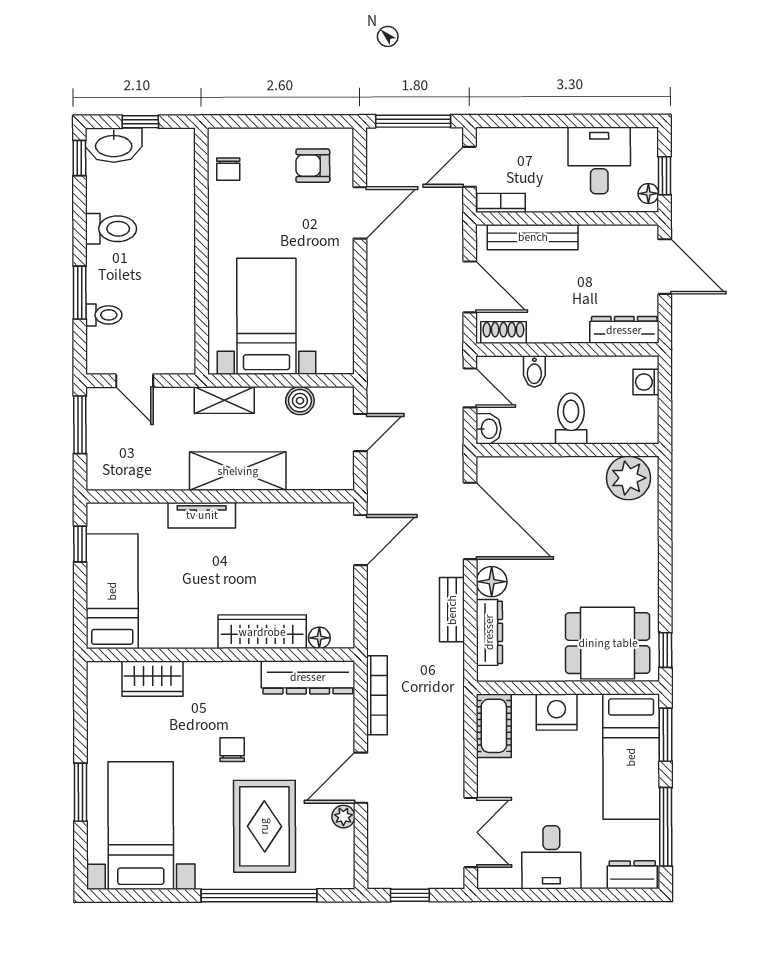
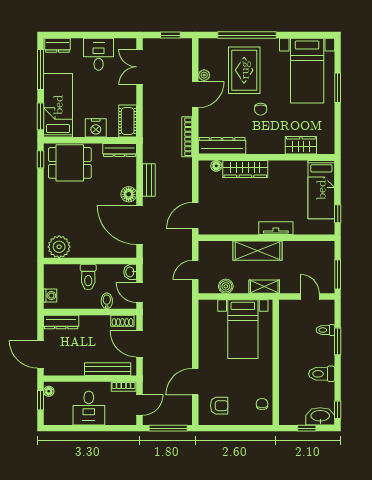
desk: (599, 160) -> (89, 408), moved
dresser: (489, 632) -> (120, 150), moved, turned -90

